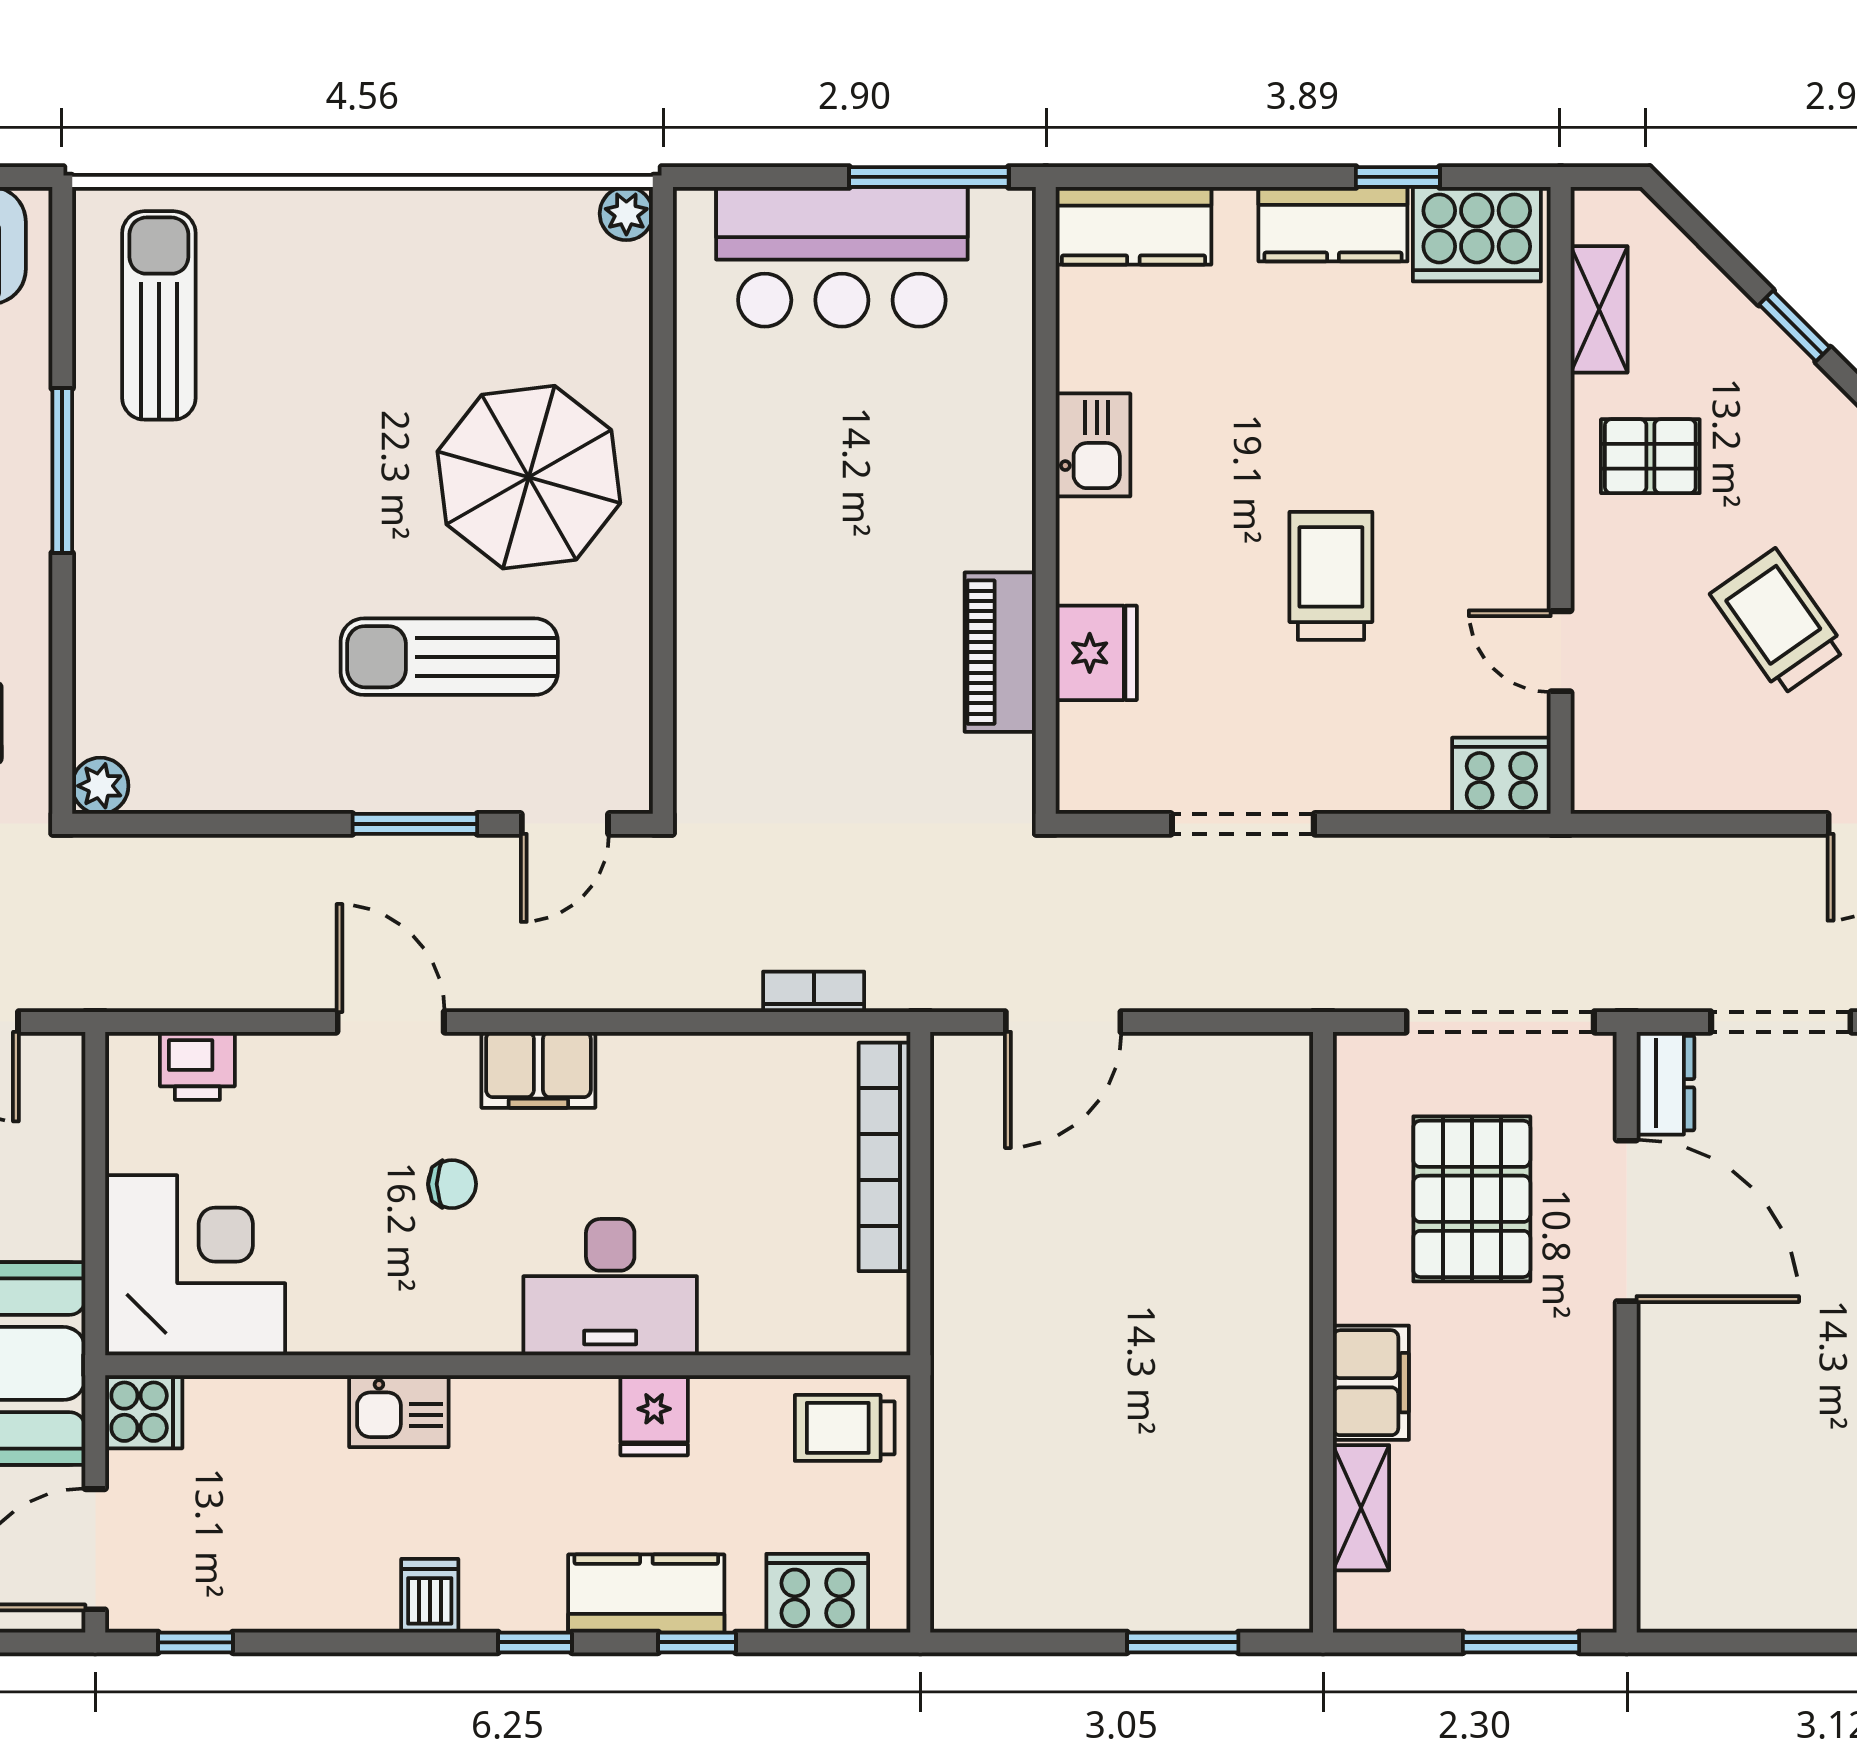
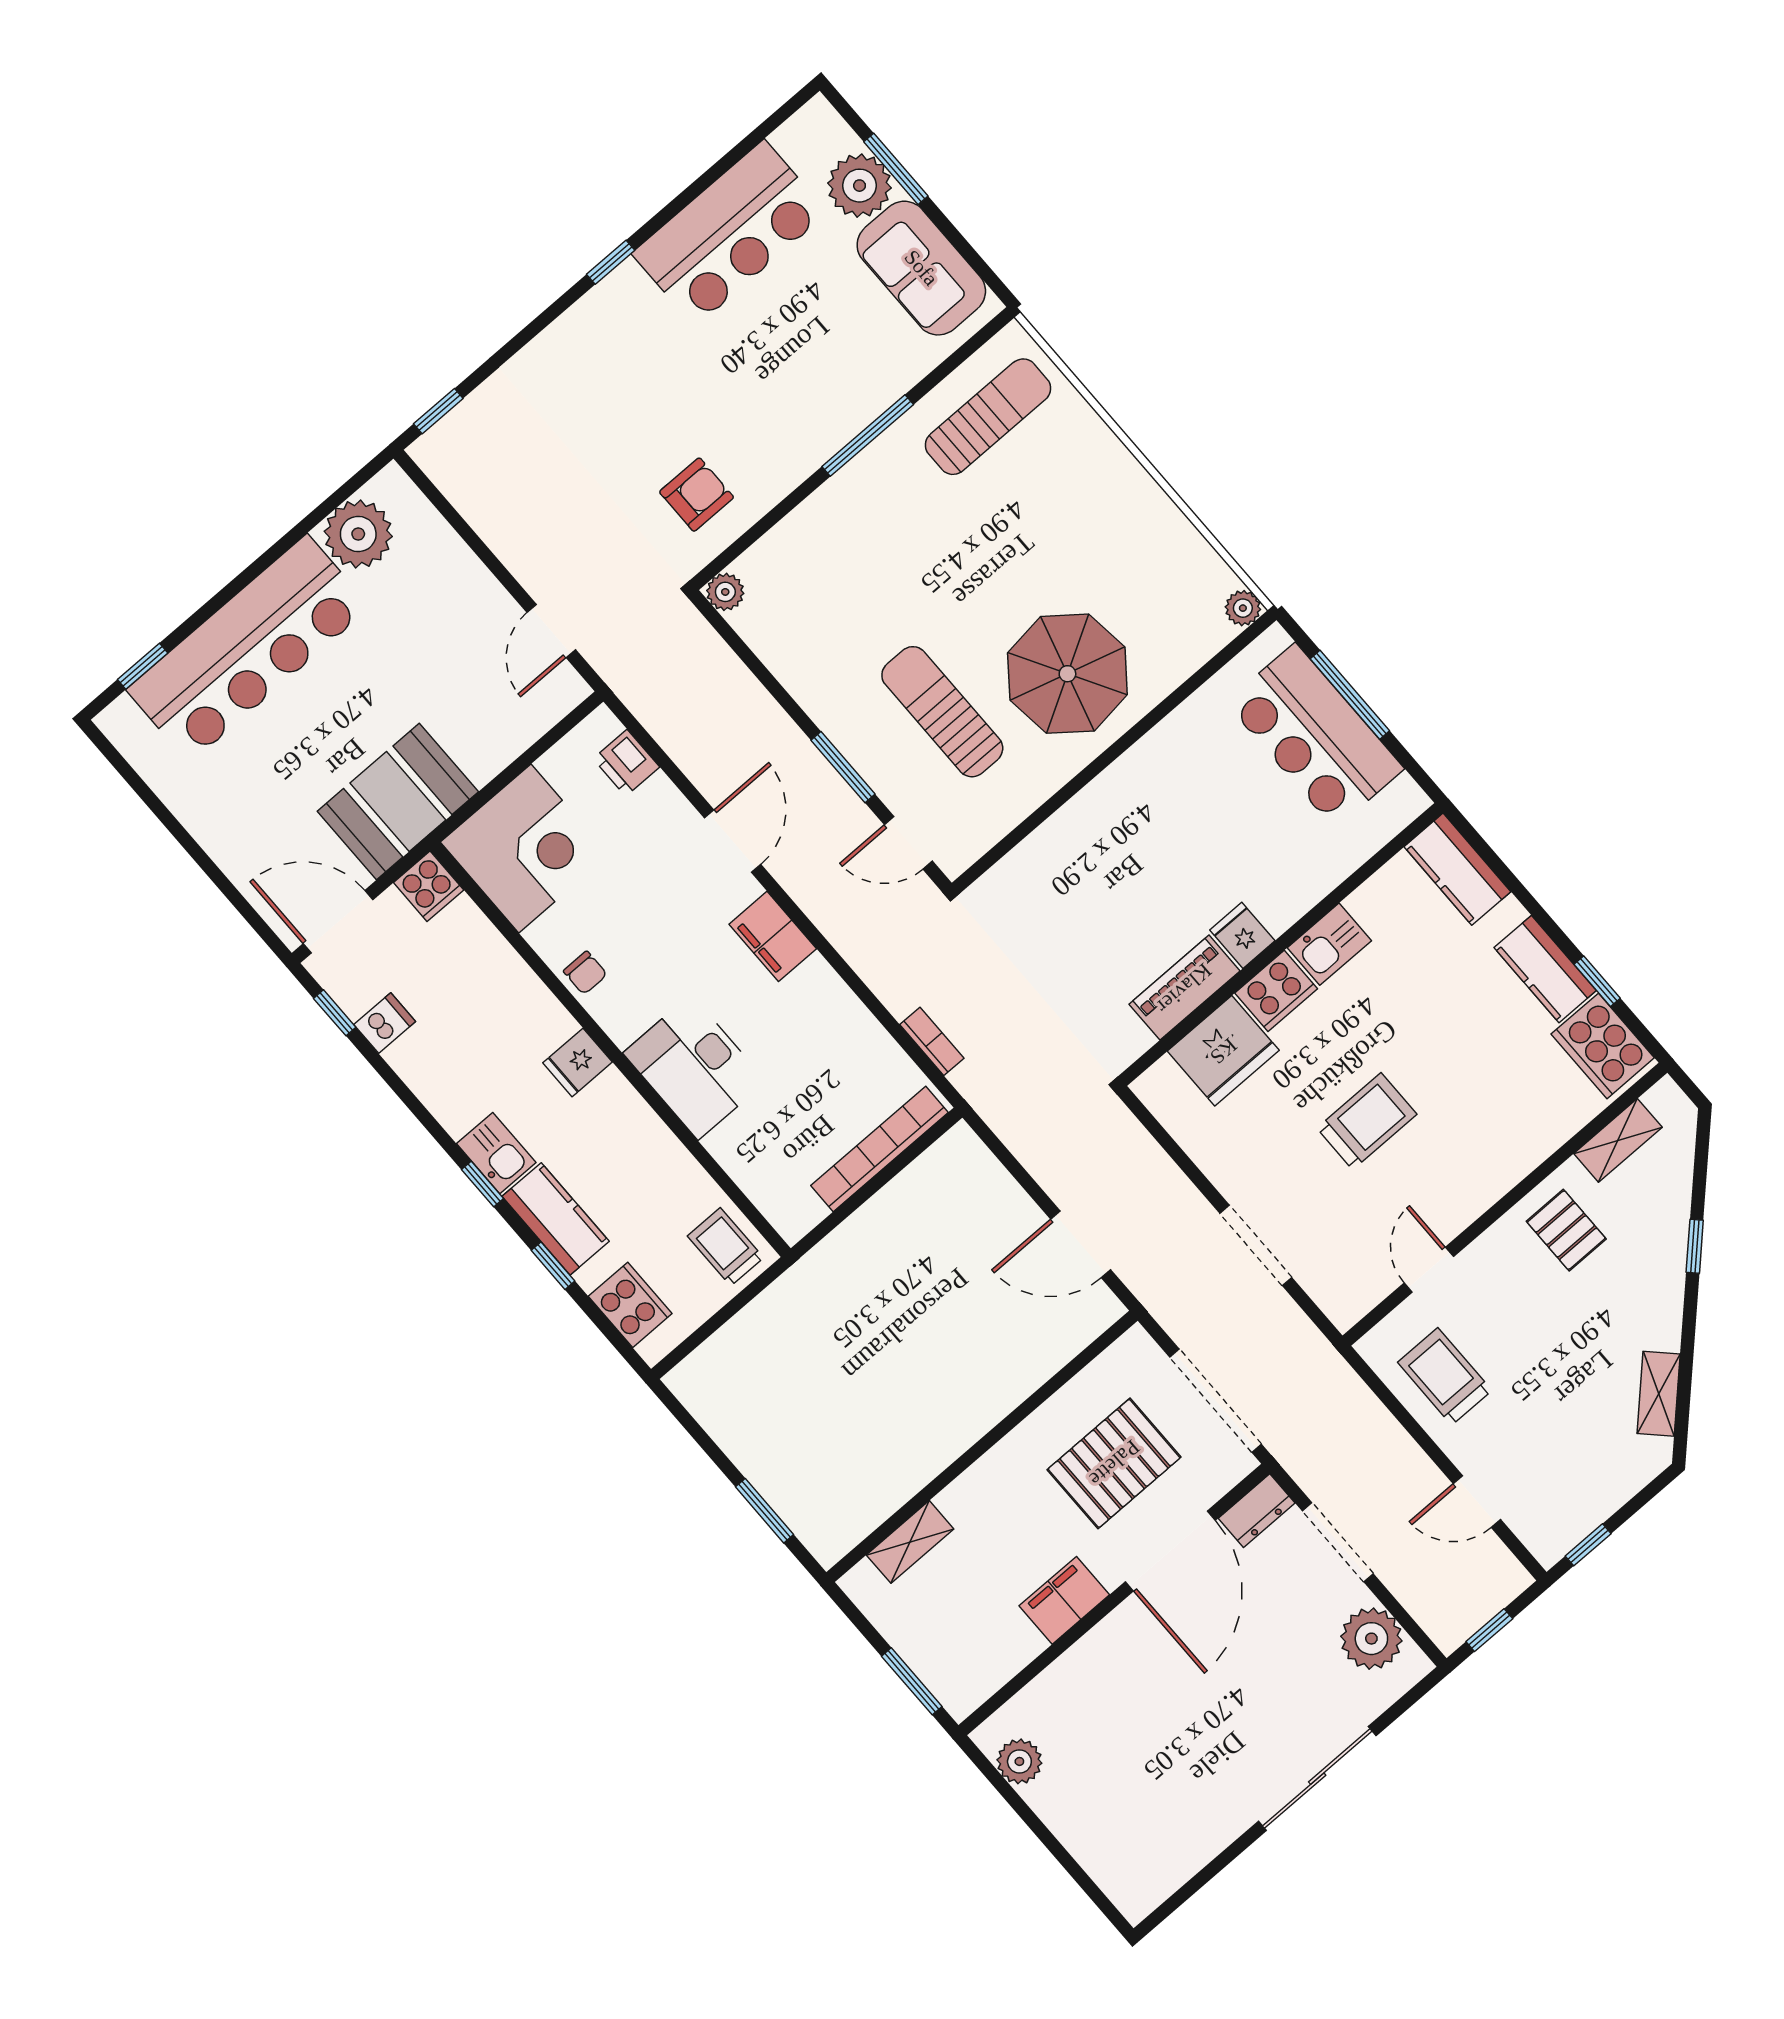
window: (929, 177) -> (1350, 695), moved
fridge: (998, 535) -> (1242, 935), added
trolley: (1778, 622) -> (1445, 1376), moved, turned -55
fridge: (1096, 653) -> (1223, 1051), width x1.36, depth x1.34
cooker: (1501, 776) -> (1276, 991), moved, turned 90
doorway: (1243, 824) -> (1256, 1245), moved
door: (1063, 1022) -> (1081, 1244), moved
chair: (452, 1184) -> (585, 973), moved
filing cabinet: (1371, 1383) -> (1064, 1600), moved, turned 180
kitchen sink: (399, 1411) -> (496, 1153), moved, turned 180
fridge: (654, 1415) -> (578, 1062), moved
dishwasher: (430, 1596) -> (385, 1023), moved
plant: (1718, 1599) -> (1019, 1761), added

